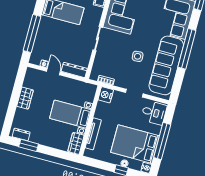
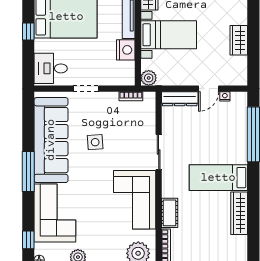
window: (187, 49) -> (28, 171), width x0.68
door: (53, 71) -> (209, 89), hinge flipped
plant: (91, 89) -> (149, 78), added
nightstand: (106, 95) -> (126, 50), moved
window: (162, 141) -> (28, 32), width x0.32

